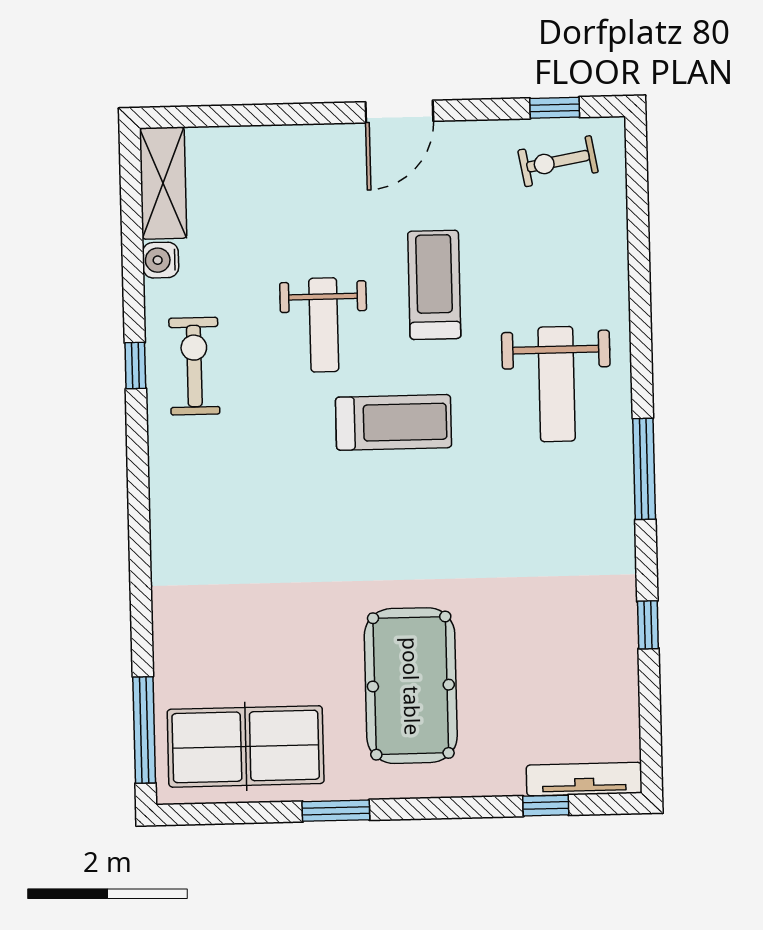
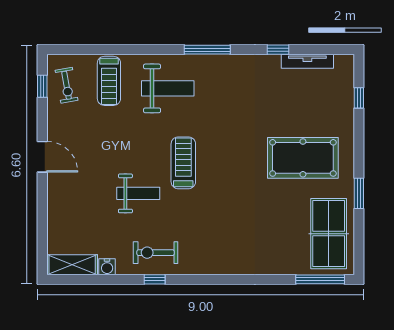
treadmill: (434, 285) -> (109, 81), moved, turned -90
tv unit: (584, 779) -> (307, 61), moved, turned -90

